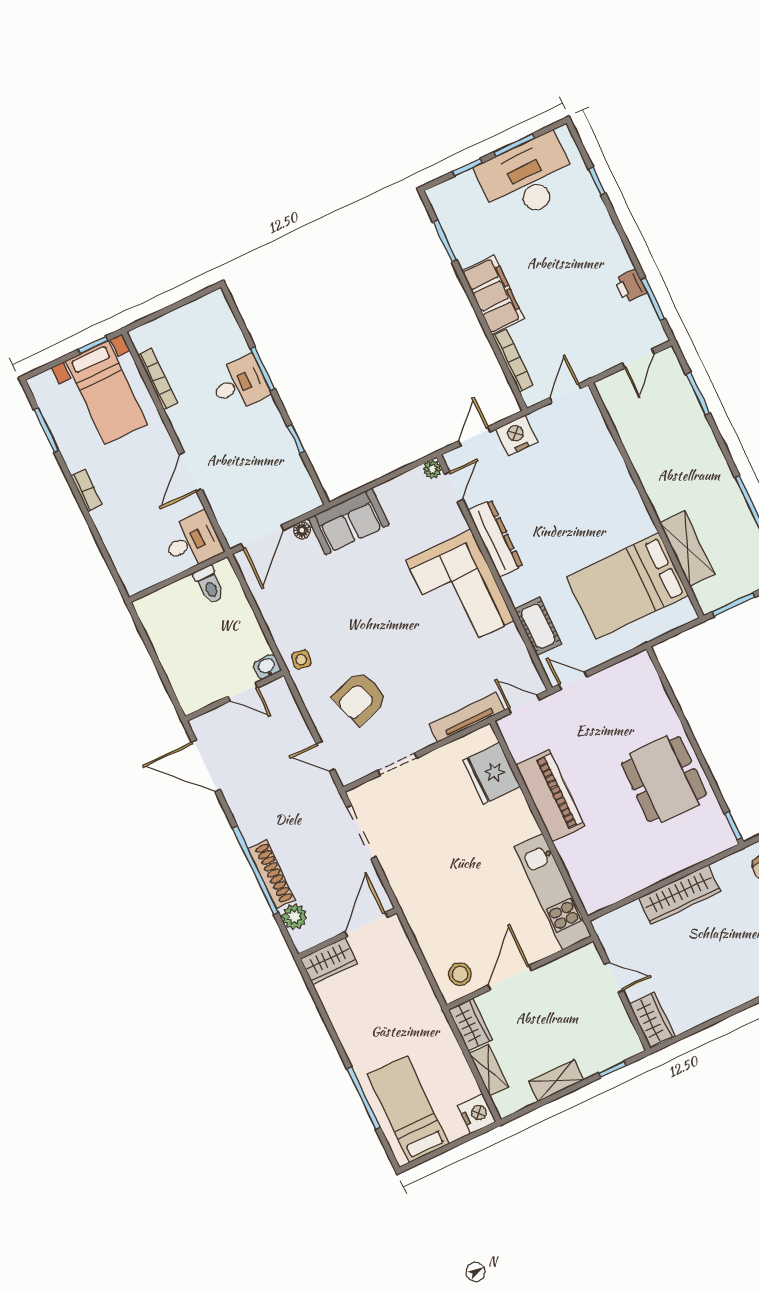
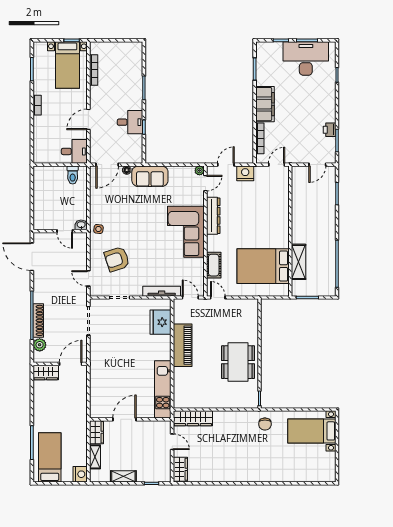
desk: (239, 384) -> (130, 122), moved
wardrobe: (680, 895) -> (193, 418), moved
stool: (460, 974) -> (103, 407), removed

